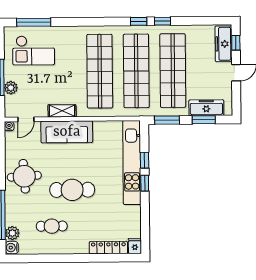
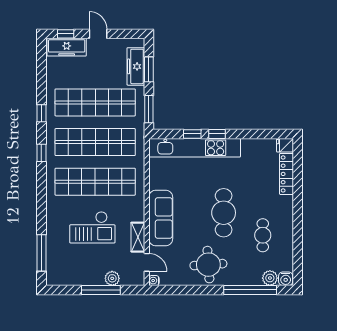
window: (139, 21) -> (41, 153), moved
checkout: (34, 50) -> (92, 227), moved, turned 90
shelving: (62, 111) -> (138, 237), moved

